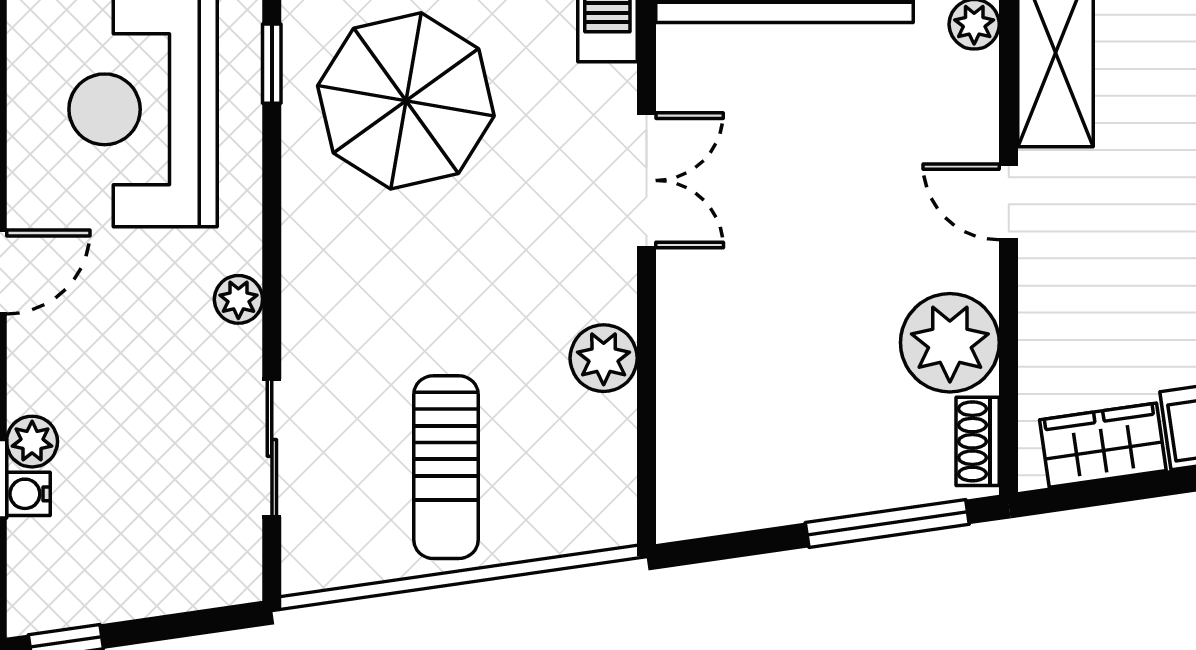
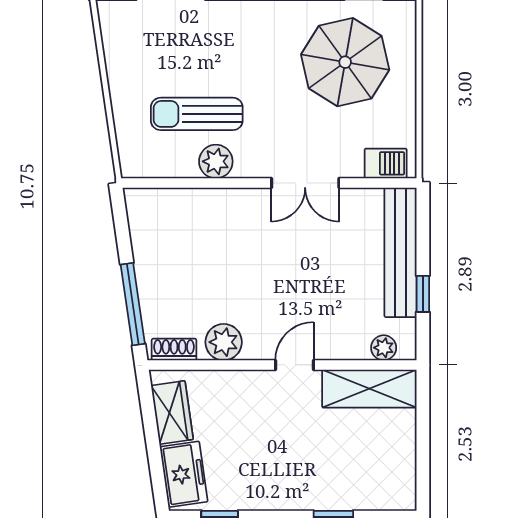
plant: (950, 343) -> (224, 342), width x0.73, depth x0.73
sun lounger: (446, 467) -> (197, 114), moved

